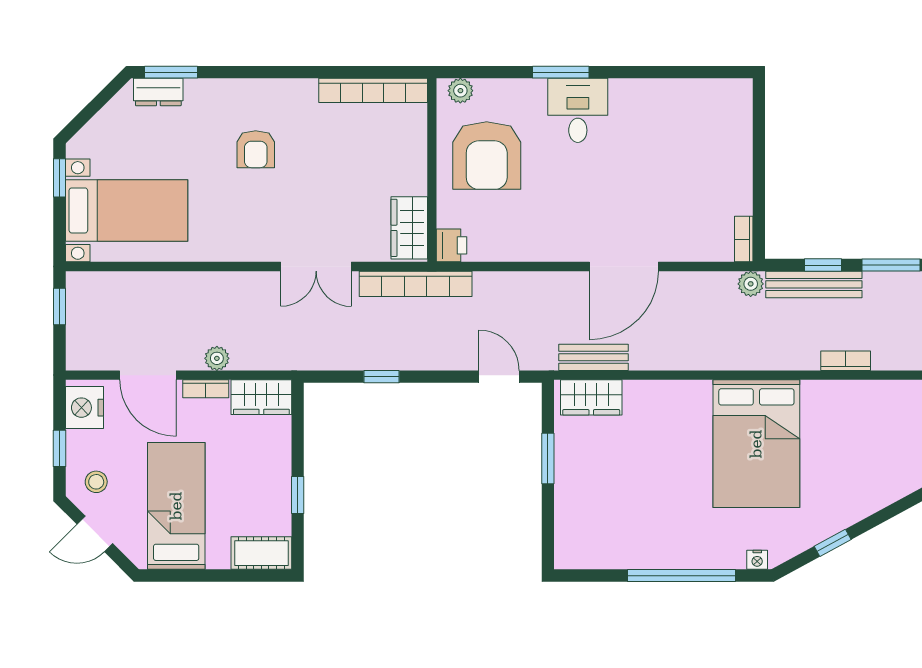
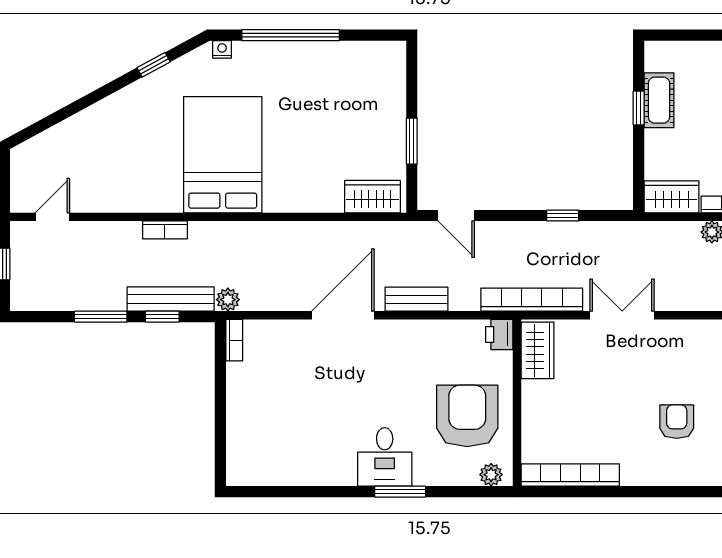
bench: (594, 357) -> (416, 299), moved
bookcase: (846, 361) -> (165, 230), moved
cot: (261, 553) -> (659, 100), moved, turned 90

